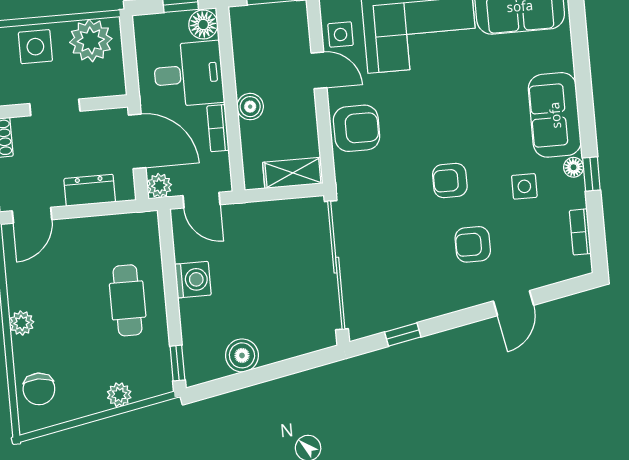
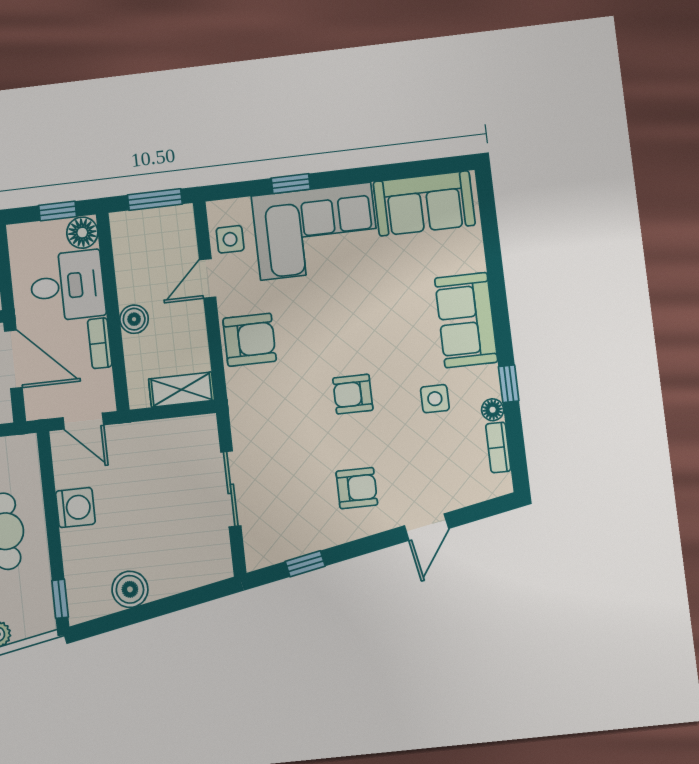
door: (319, 70) -> (208, 278), swing flipped
floor lamp: (574, 167) -> (493, 410), moved
plant: (159, 186) -> (38, 406), removed
armchair: (473, 244) -> (357, 488), moved, turned 180
sliding door: (336, 265) -> (231, 489), width x0.54

